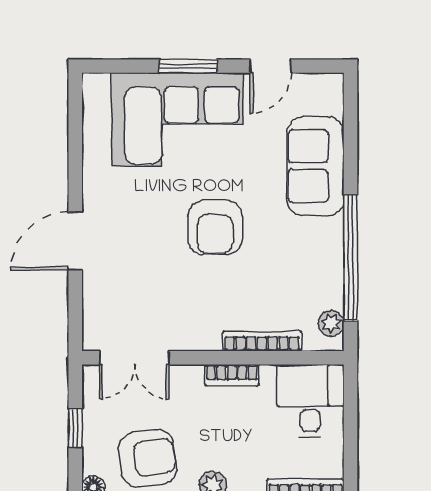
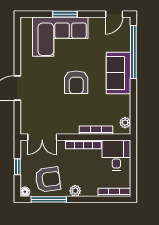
door: (271, 66) -> (114, 14), moved
sofa: (315, 166) -> (119, 73), moved
window: (351, 258) -> (133, 52), moved
bookcase: (232, 375) -> (83, 144), width x1.56

